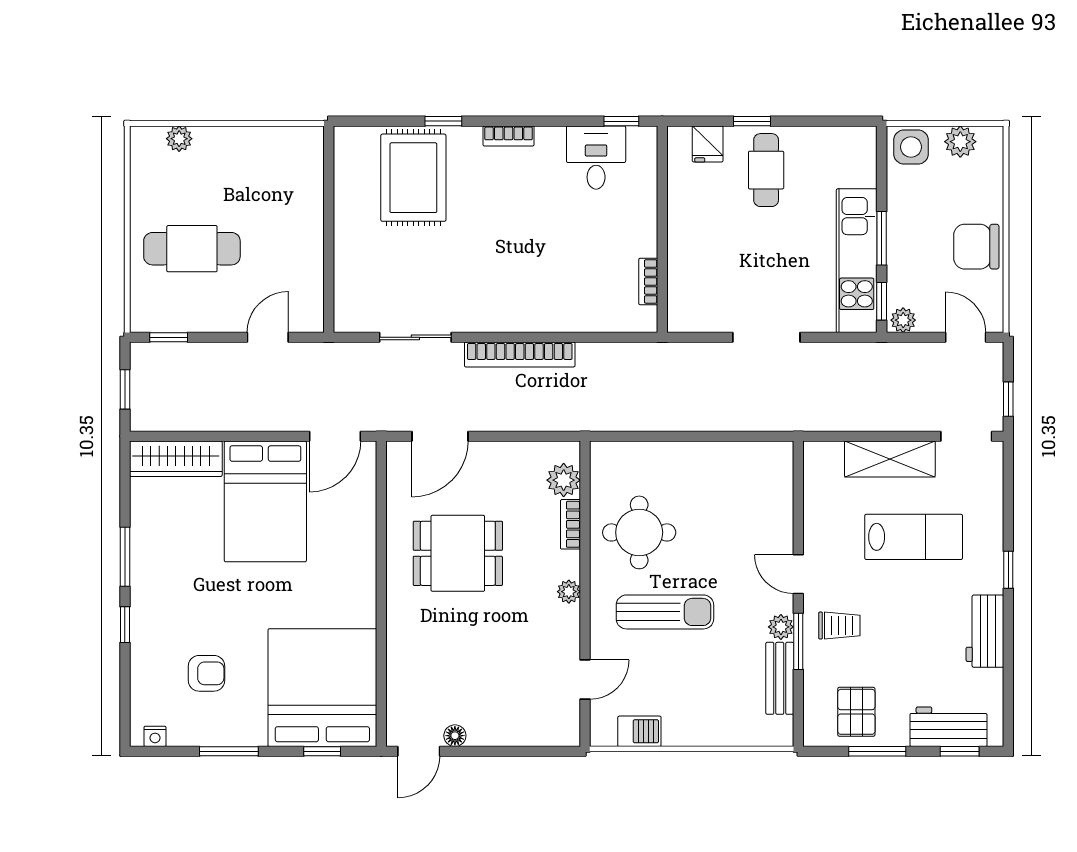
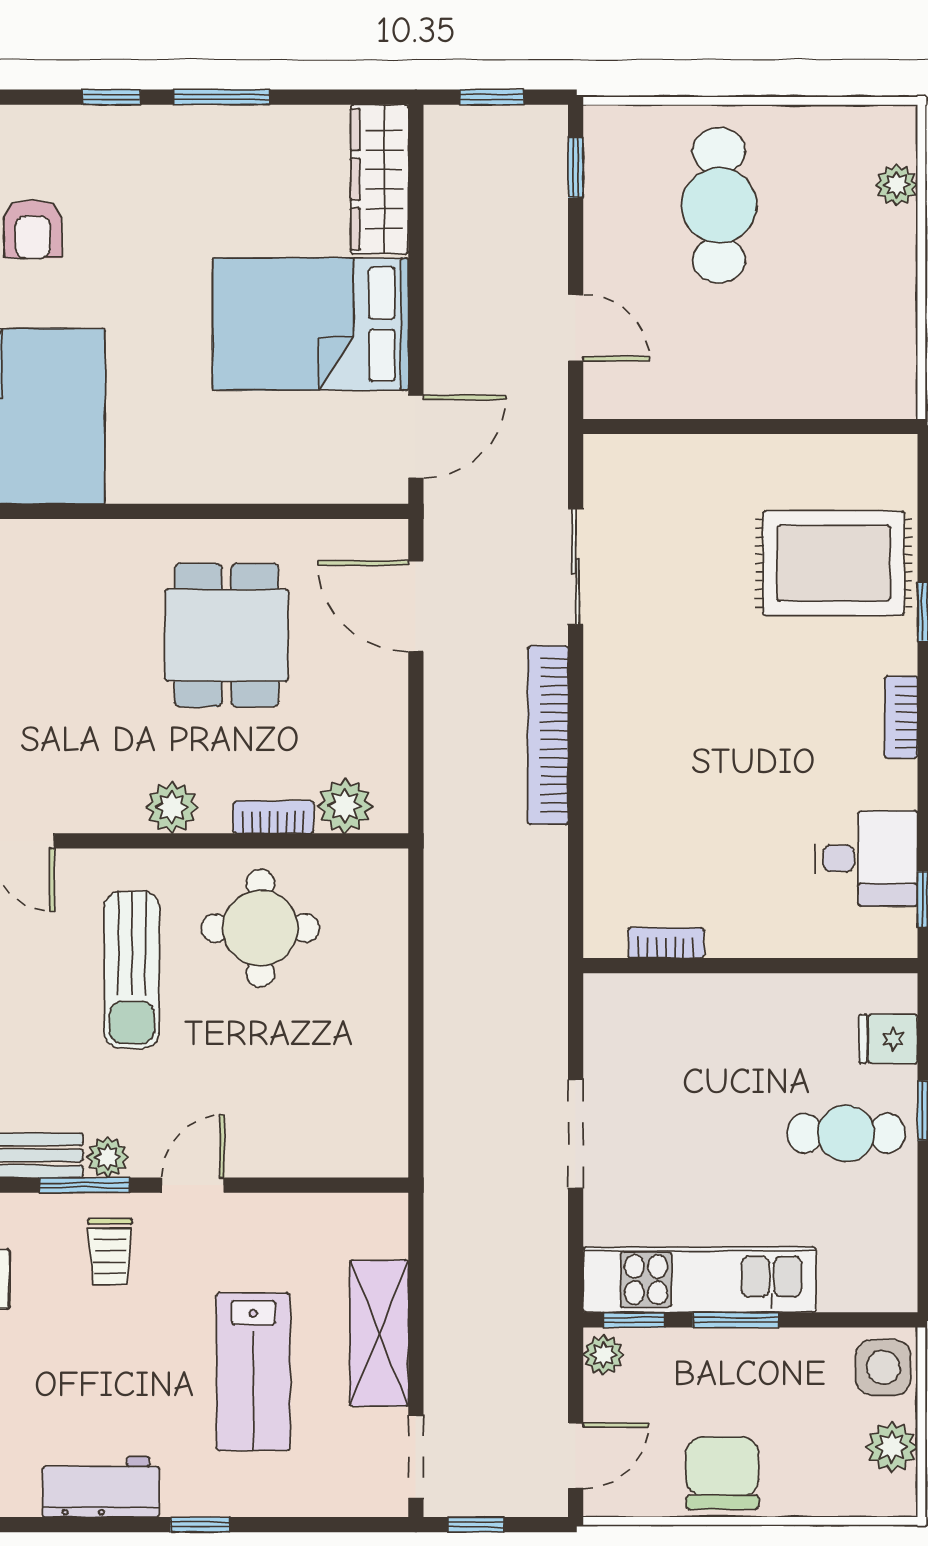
door: (335, 436) -> (416, 437), swing flipped
plant: (569, 592) -> (172, 807), width x1.38, depth x1.38

